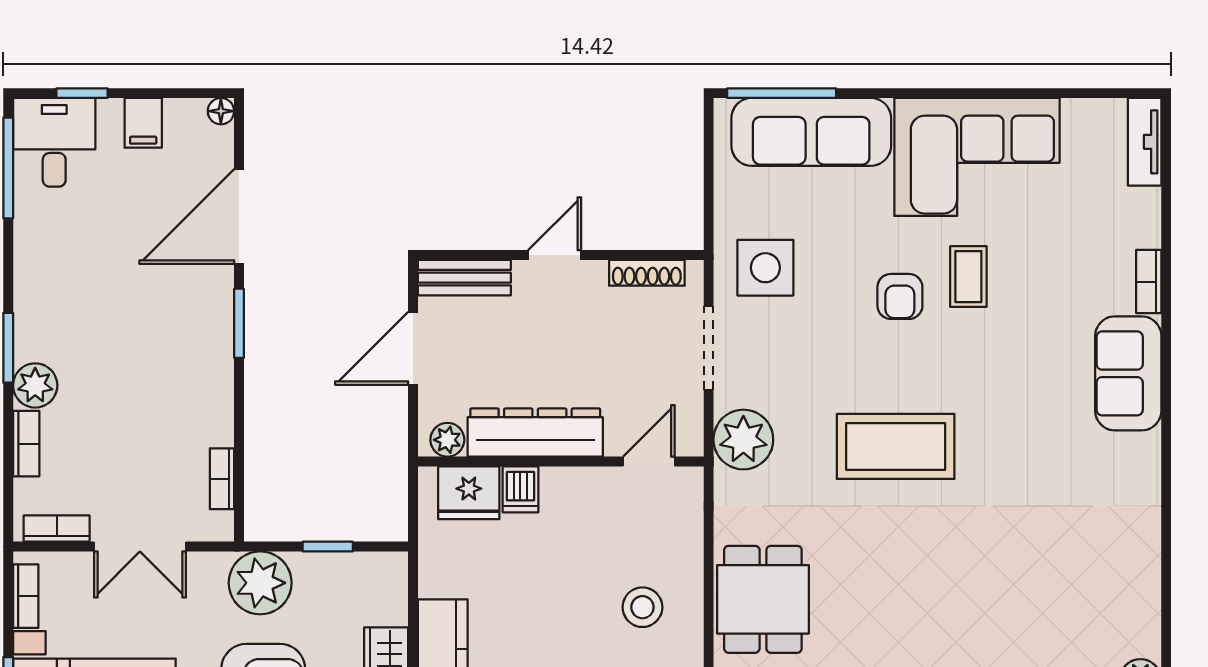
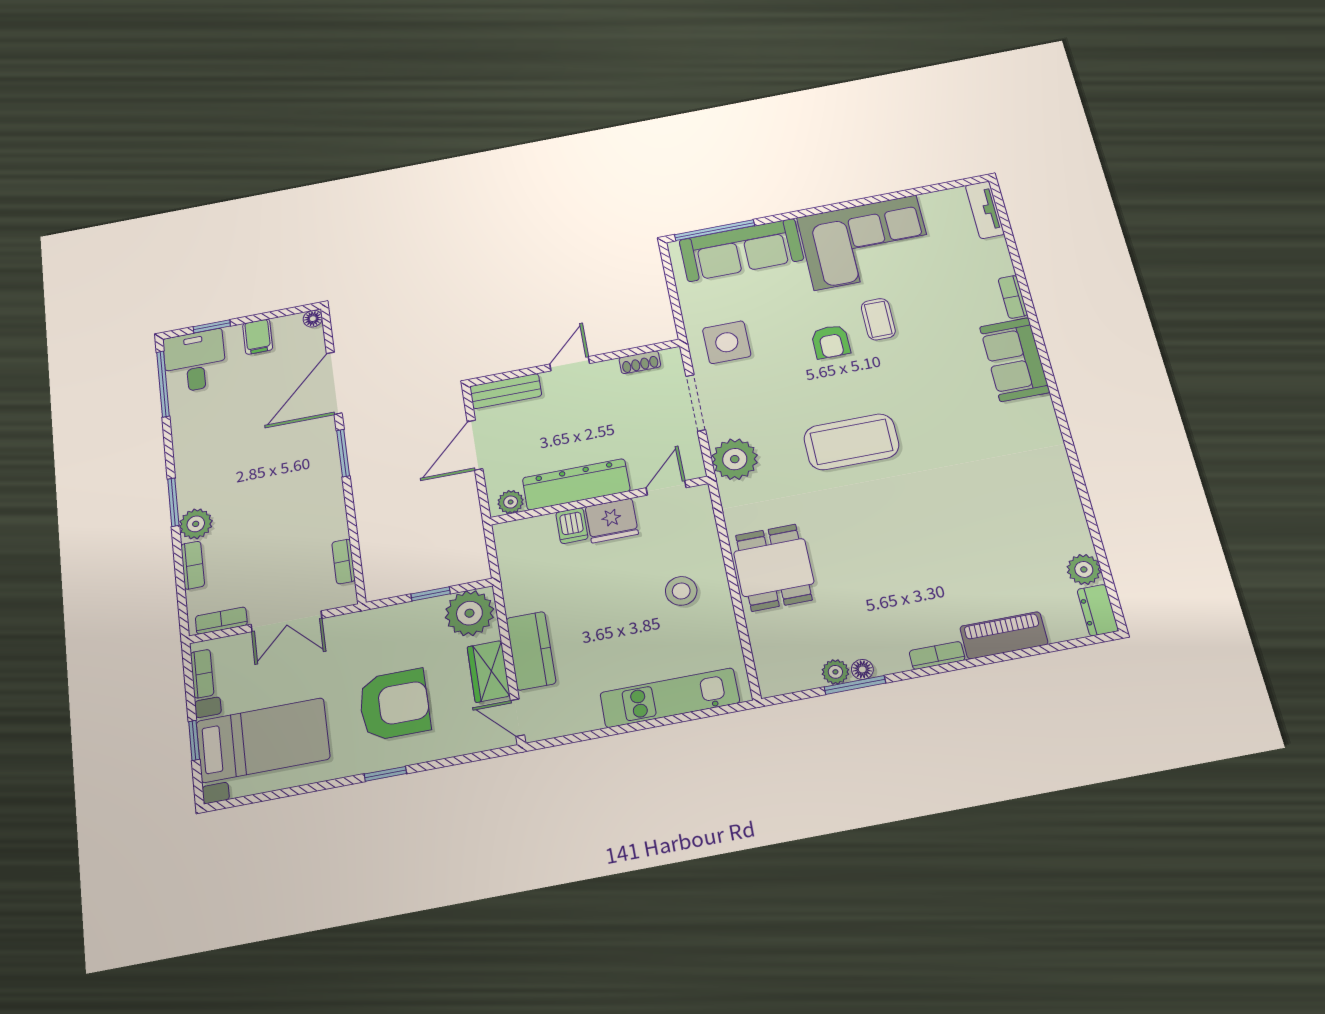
shoe rack: (647, 273) -> (640, 362), width x0.70
fridge: (469, 493) -> (612, 521), moved
plant: (260, 583) -> (469, 613), moved

